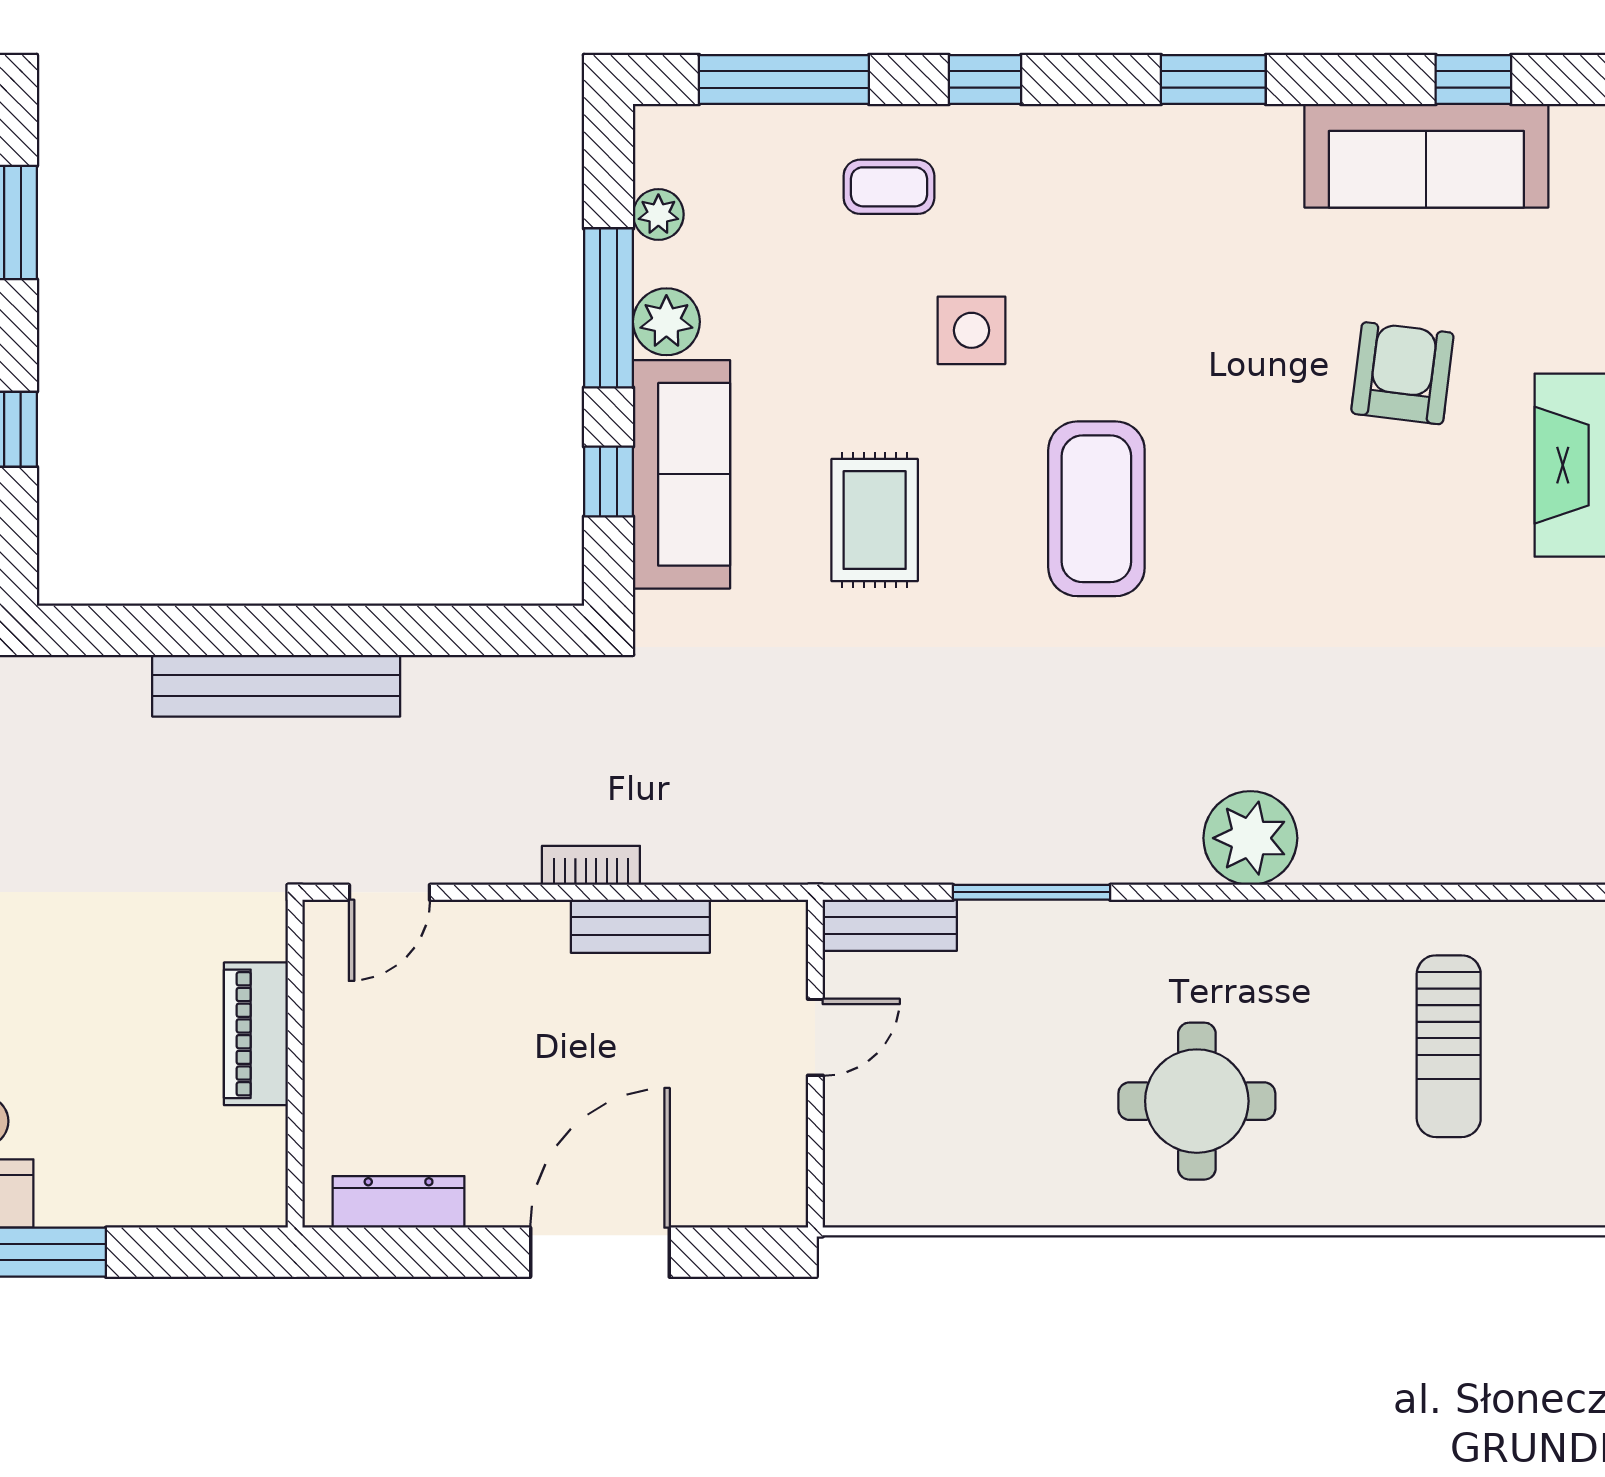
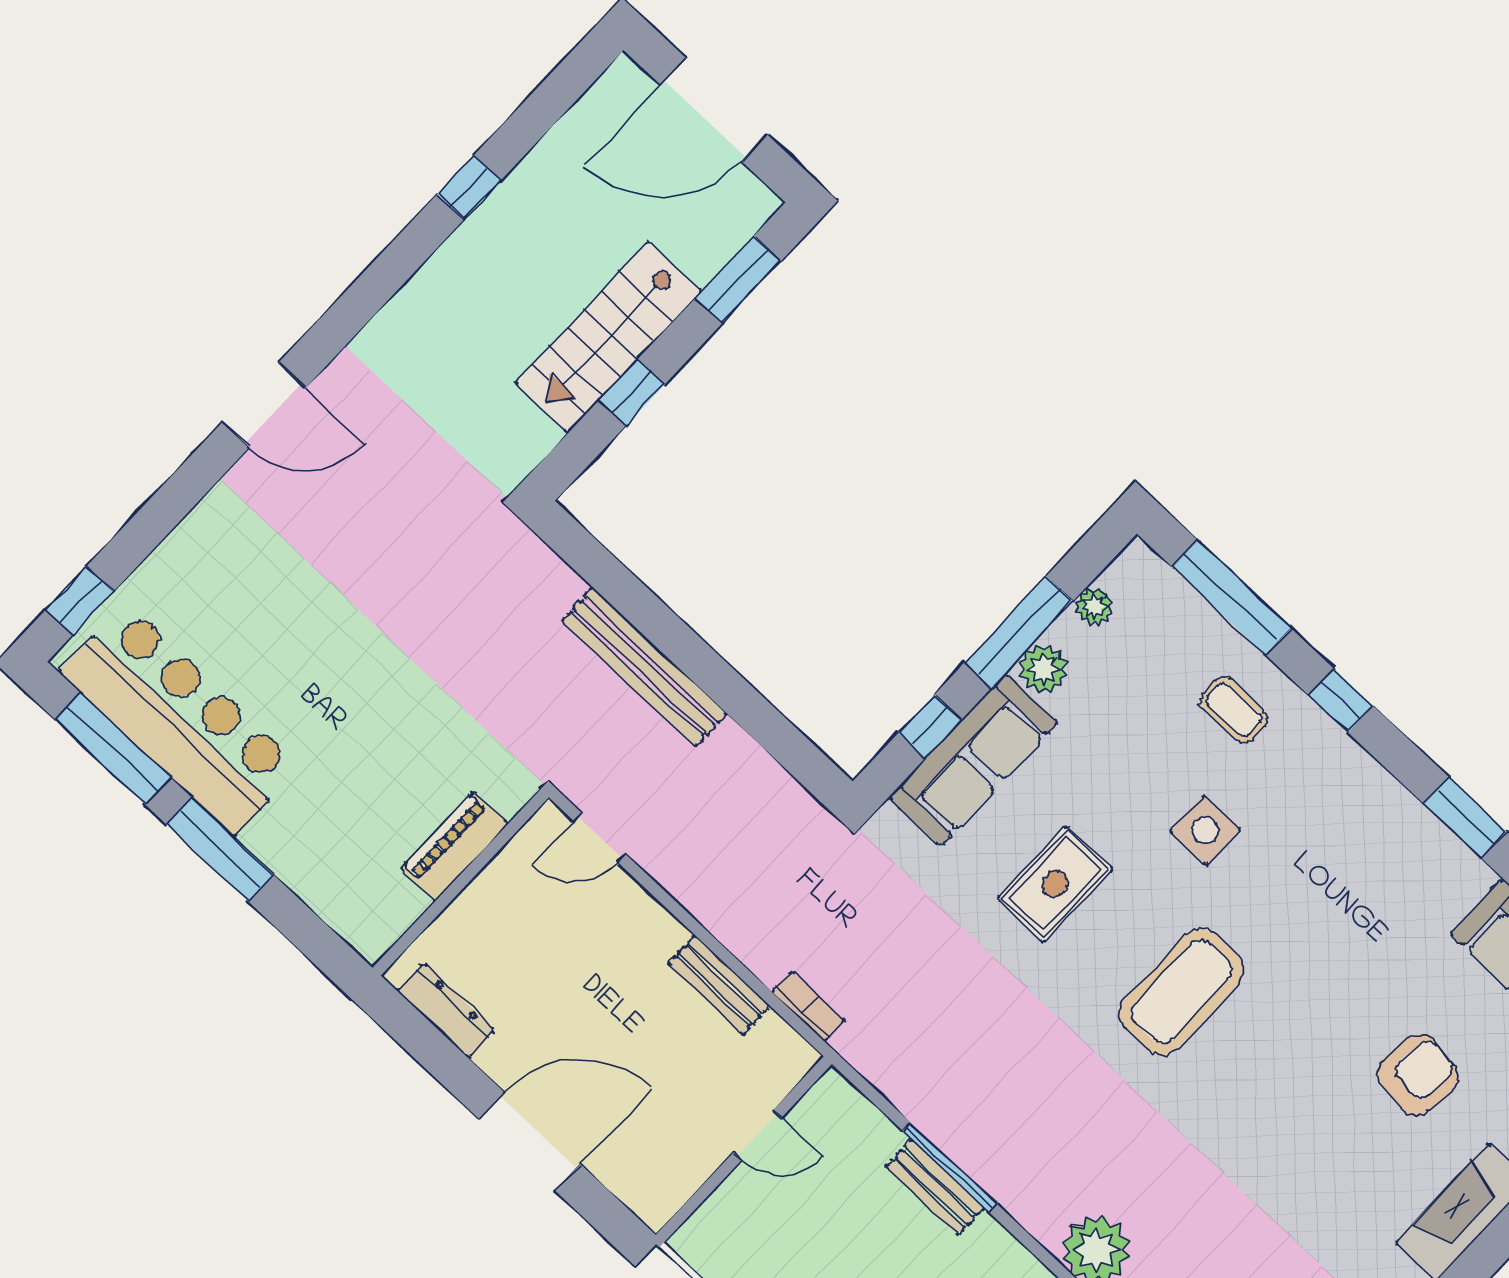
bookcase: (591, 865) -> (808, 1006), moved
bench: (890, 925) -> (935, 1187), moved

